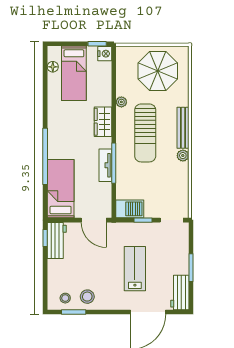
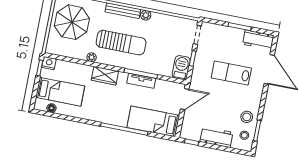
workbench: (57, 240) -> (216, 137), moved

